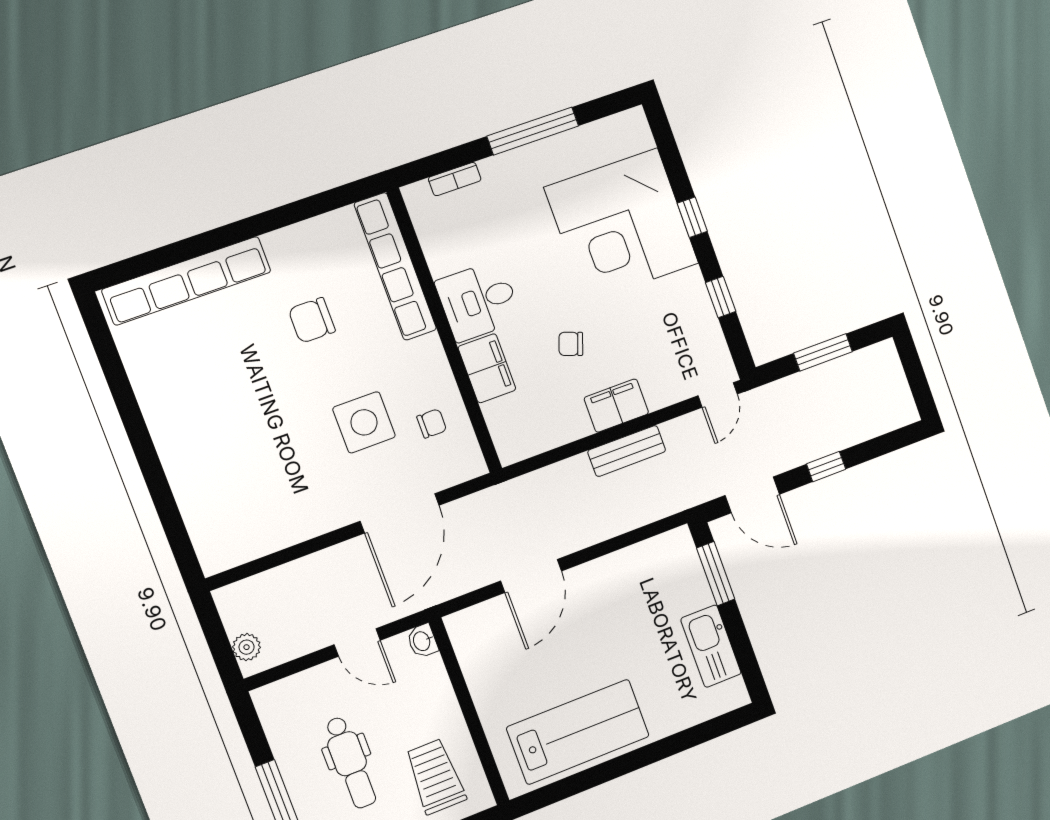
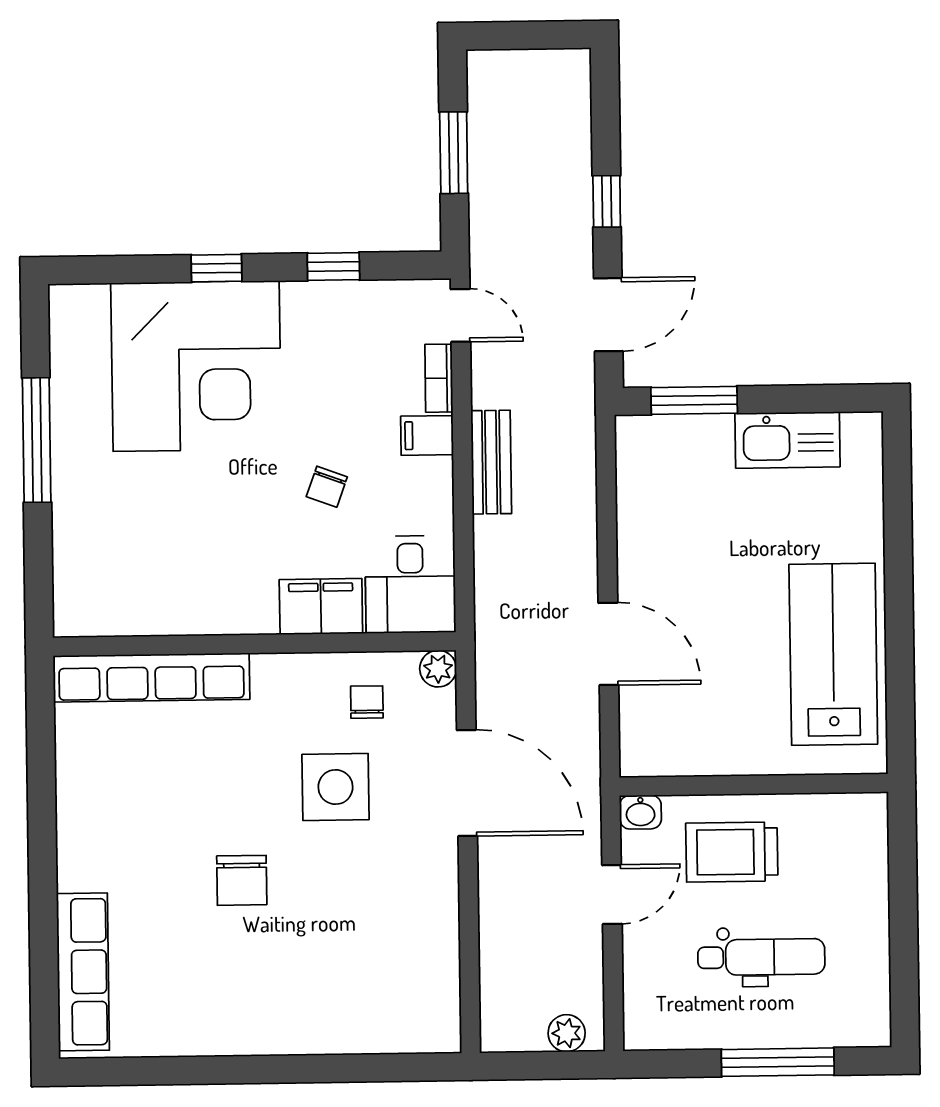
bookcase: (455, 179) -> (439, 378), moved, turned 180
row of seats: (187, 281) -> (83, 972), width x0.73
desk: (479, 301) -> (410, 584), moved
chair: (312, 320) -> (242, 880), moved
filing cabinet: (616, 406) -> (427, 435), width x0.50
plant: (473, 465) -> (438, 669), added
trolley: (435, 776) -> (732, 852), moved

